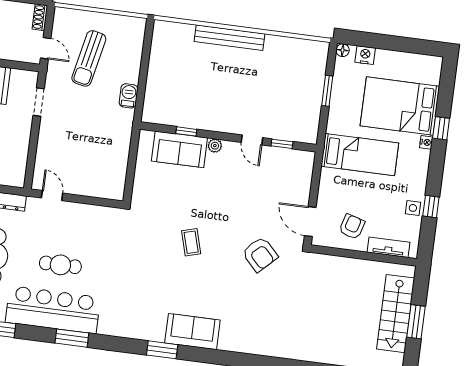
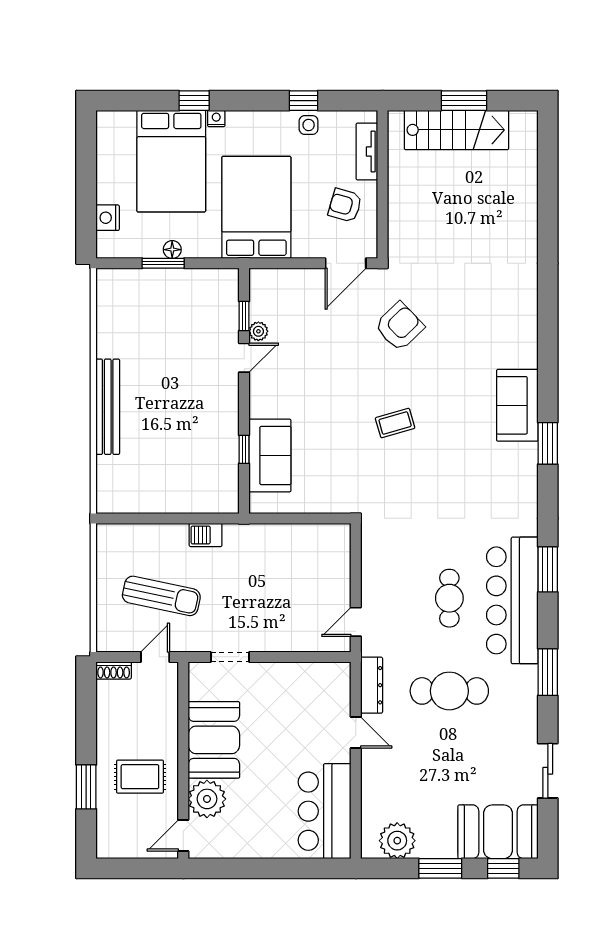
floor lamp: (343, 50) -> (172, 250), moved
plant: (215, 146) -> (258, 331), moved
bed: (360, 155) -> (256, 207), width x1.50

